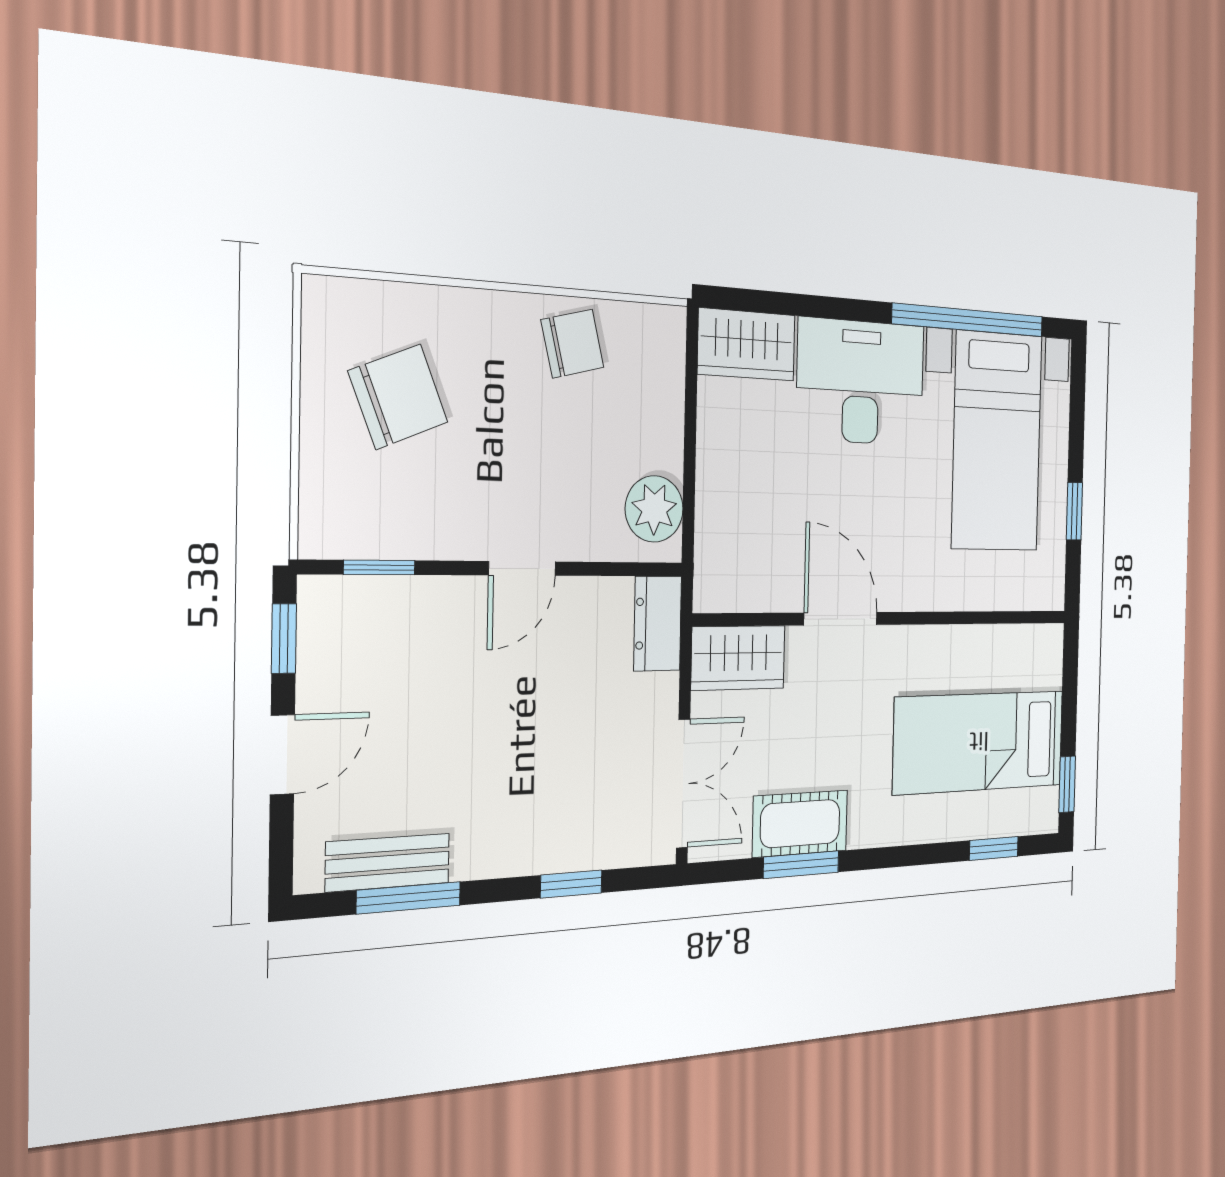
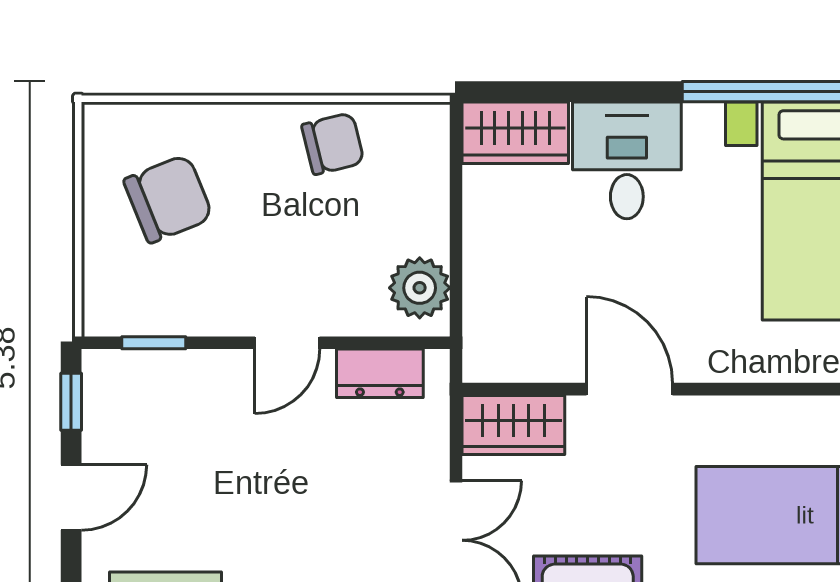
desk: (861, 382) -> (627, 160), width x0.73
dresser: (658, 624) -> (380, 373), moved, turned -90

